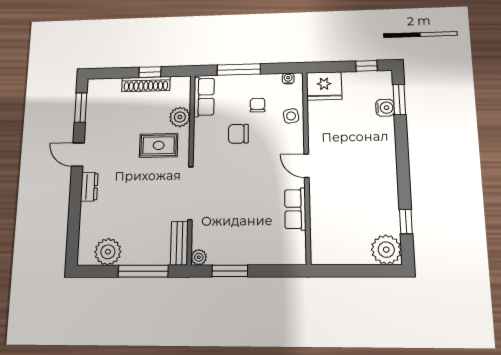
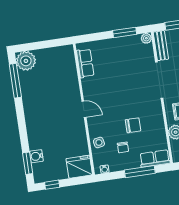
row of seats: (204, 97) -> (155, 159), moved, turned 90
row of seats: (295, 209) -> (85, 63), moved
window: (406, 222) -> (15, 81), width x2.17

